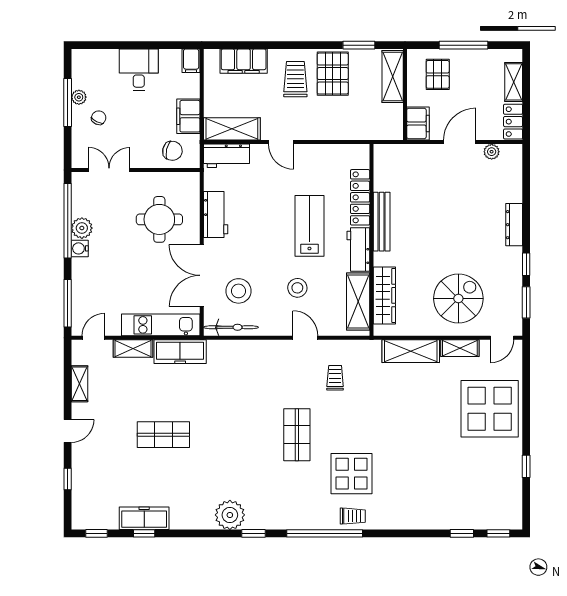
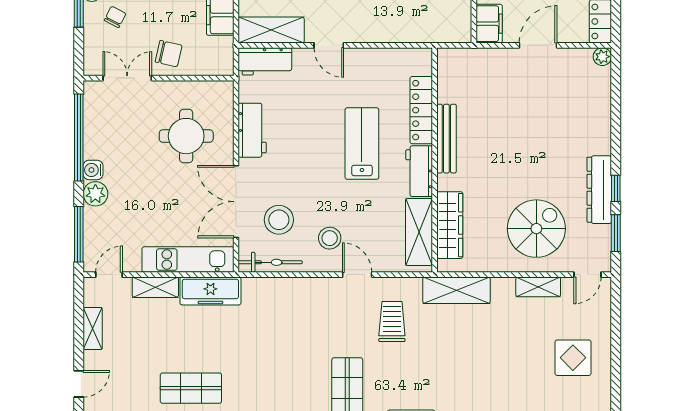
chair: (172, 151) -> (169, 54), moved
plant: (492, 152) -> (602, 57), moved
dresser: (514, 225) -> (599, 190), moved, width x1.37, depth x1.24
plant: (82, 228) -> (95, 194), moved
stool: (297, 288) -> (330, 238), moved
shelving: (411, 351) -> (456, 290), moved
trolley: (335, 378) -> (392, 322), width x1.36, depth x1.39
display table: (490, 409) -> (573, 358), width x0.54, depth x0.54

